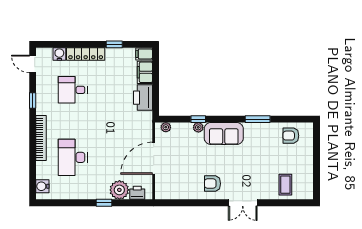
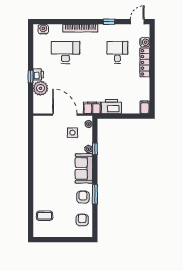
window: (114, 44) -> (152, 84), removed
filing cabinet: (145, 72) -> (92, 108), moved
side table: (177, 148) -> (72, 133), added
armchair: (212, 184) -> (83, 197), moved
printer: (137, 193) -> (38, 74), moved
double door: (243, 203) -> (31, 183), removed

